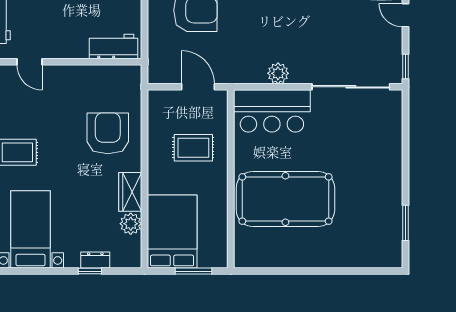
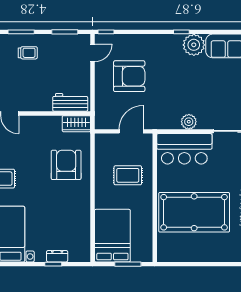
door: (198, 87) -> (131, 131), hinge flipped
wardrobe: (130, 192) -> (76, 124), moved, turned -90
plant: (131, 224) -> (83, 230), removed

